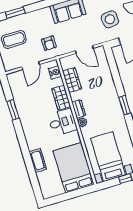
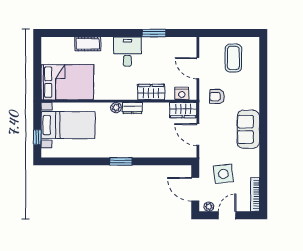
window: (15, 13) -> (263, 69), removed
door: (84, 50) -> (198, 134), hinge flipped
wardrobe: (72, 80) -> (183, 110), moved
desk: (62, 122) -> (127, 52), moved, turned 180

